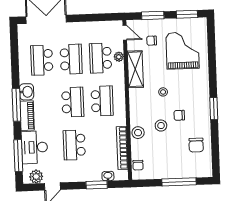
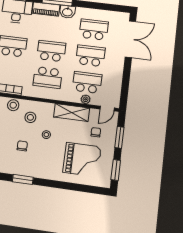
school desk: (71, 59) -> (90, 56), turned 180
school desk: (73, 102) -> (51, 51), turned 180
stool: (161, 126) -> (30, 117), moved

